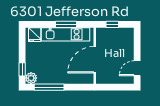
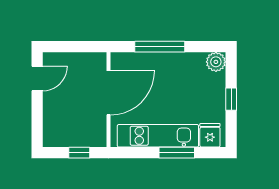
window: (66, 24) -> (177, 153), moved
window: (22, 69) -> (231, 99), moved
window: (49, 87) -> (160, 47), moved

